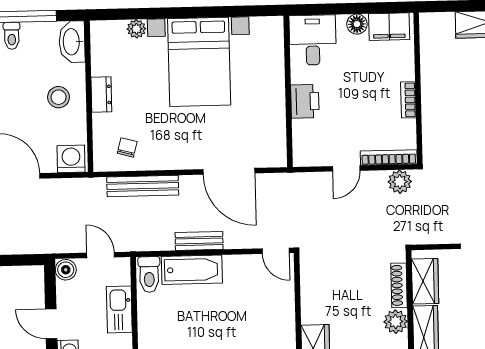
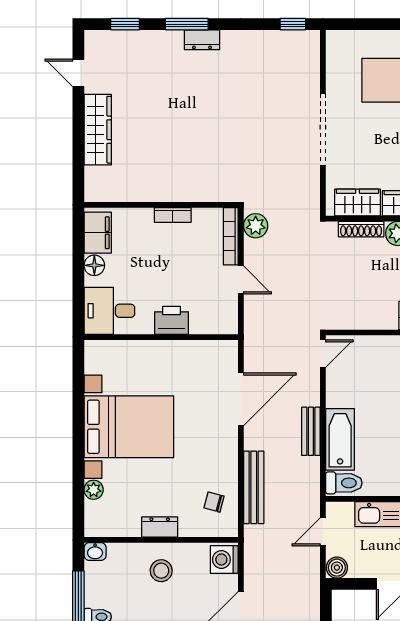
washbasin: (72, 42) -> (95, 552), width x0.52, depth x0.69

